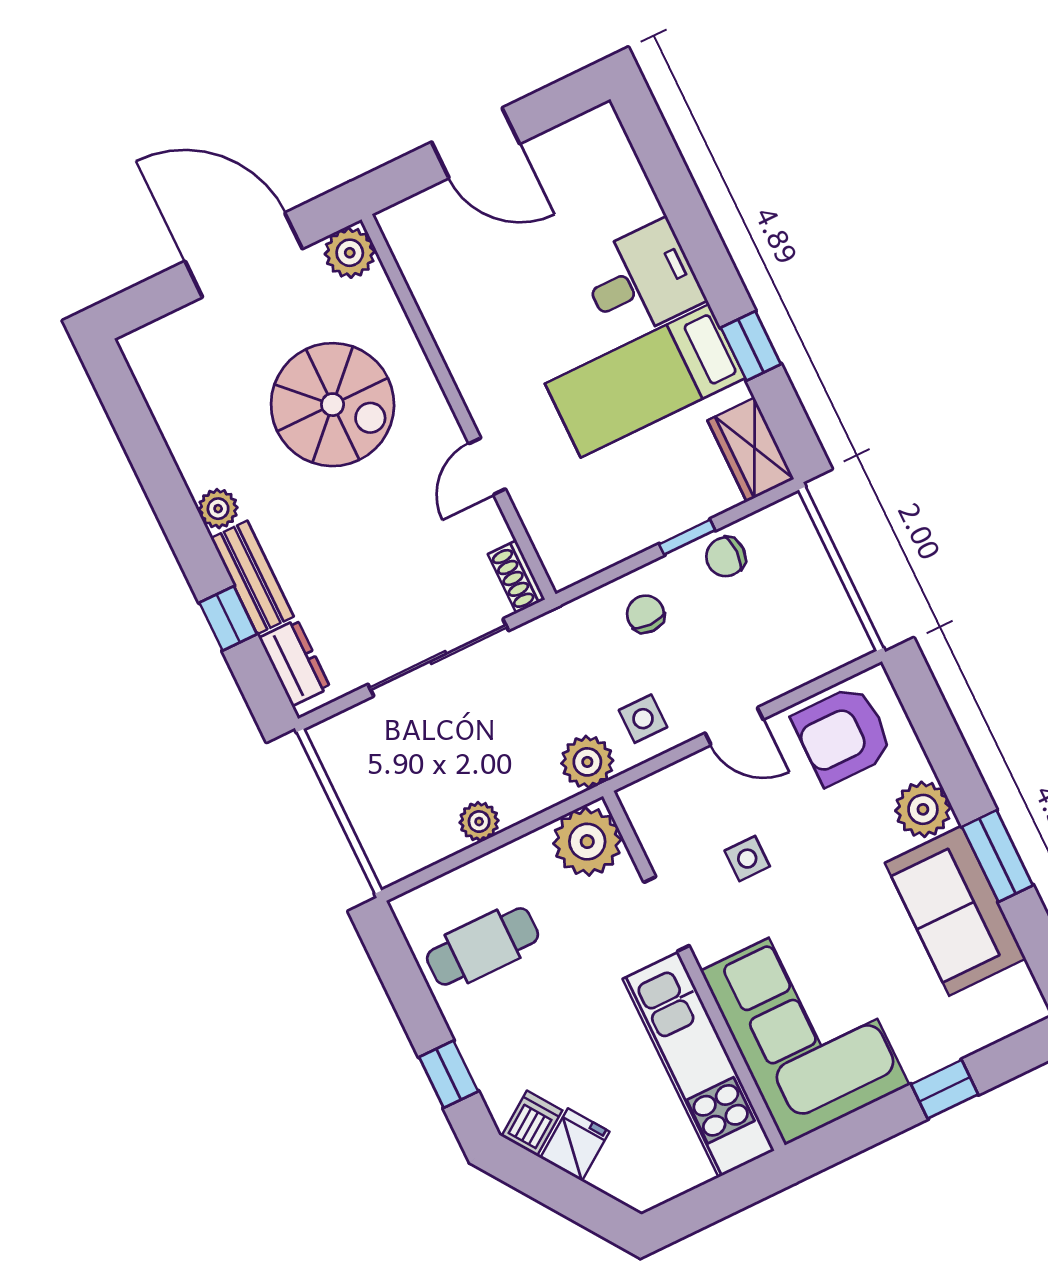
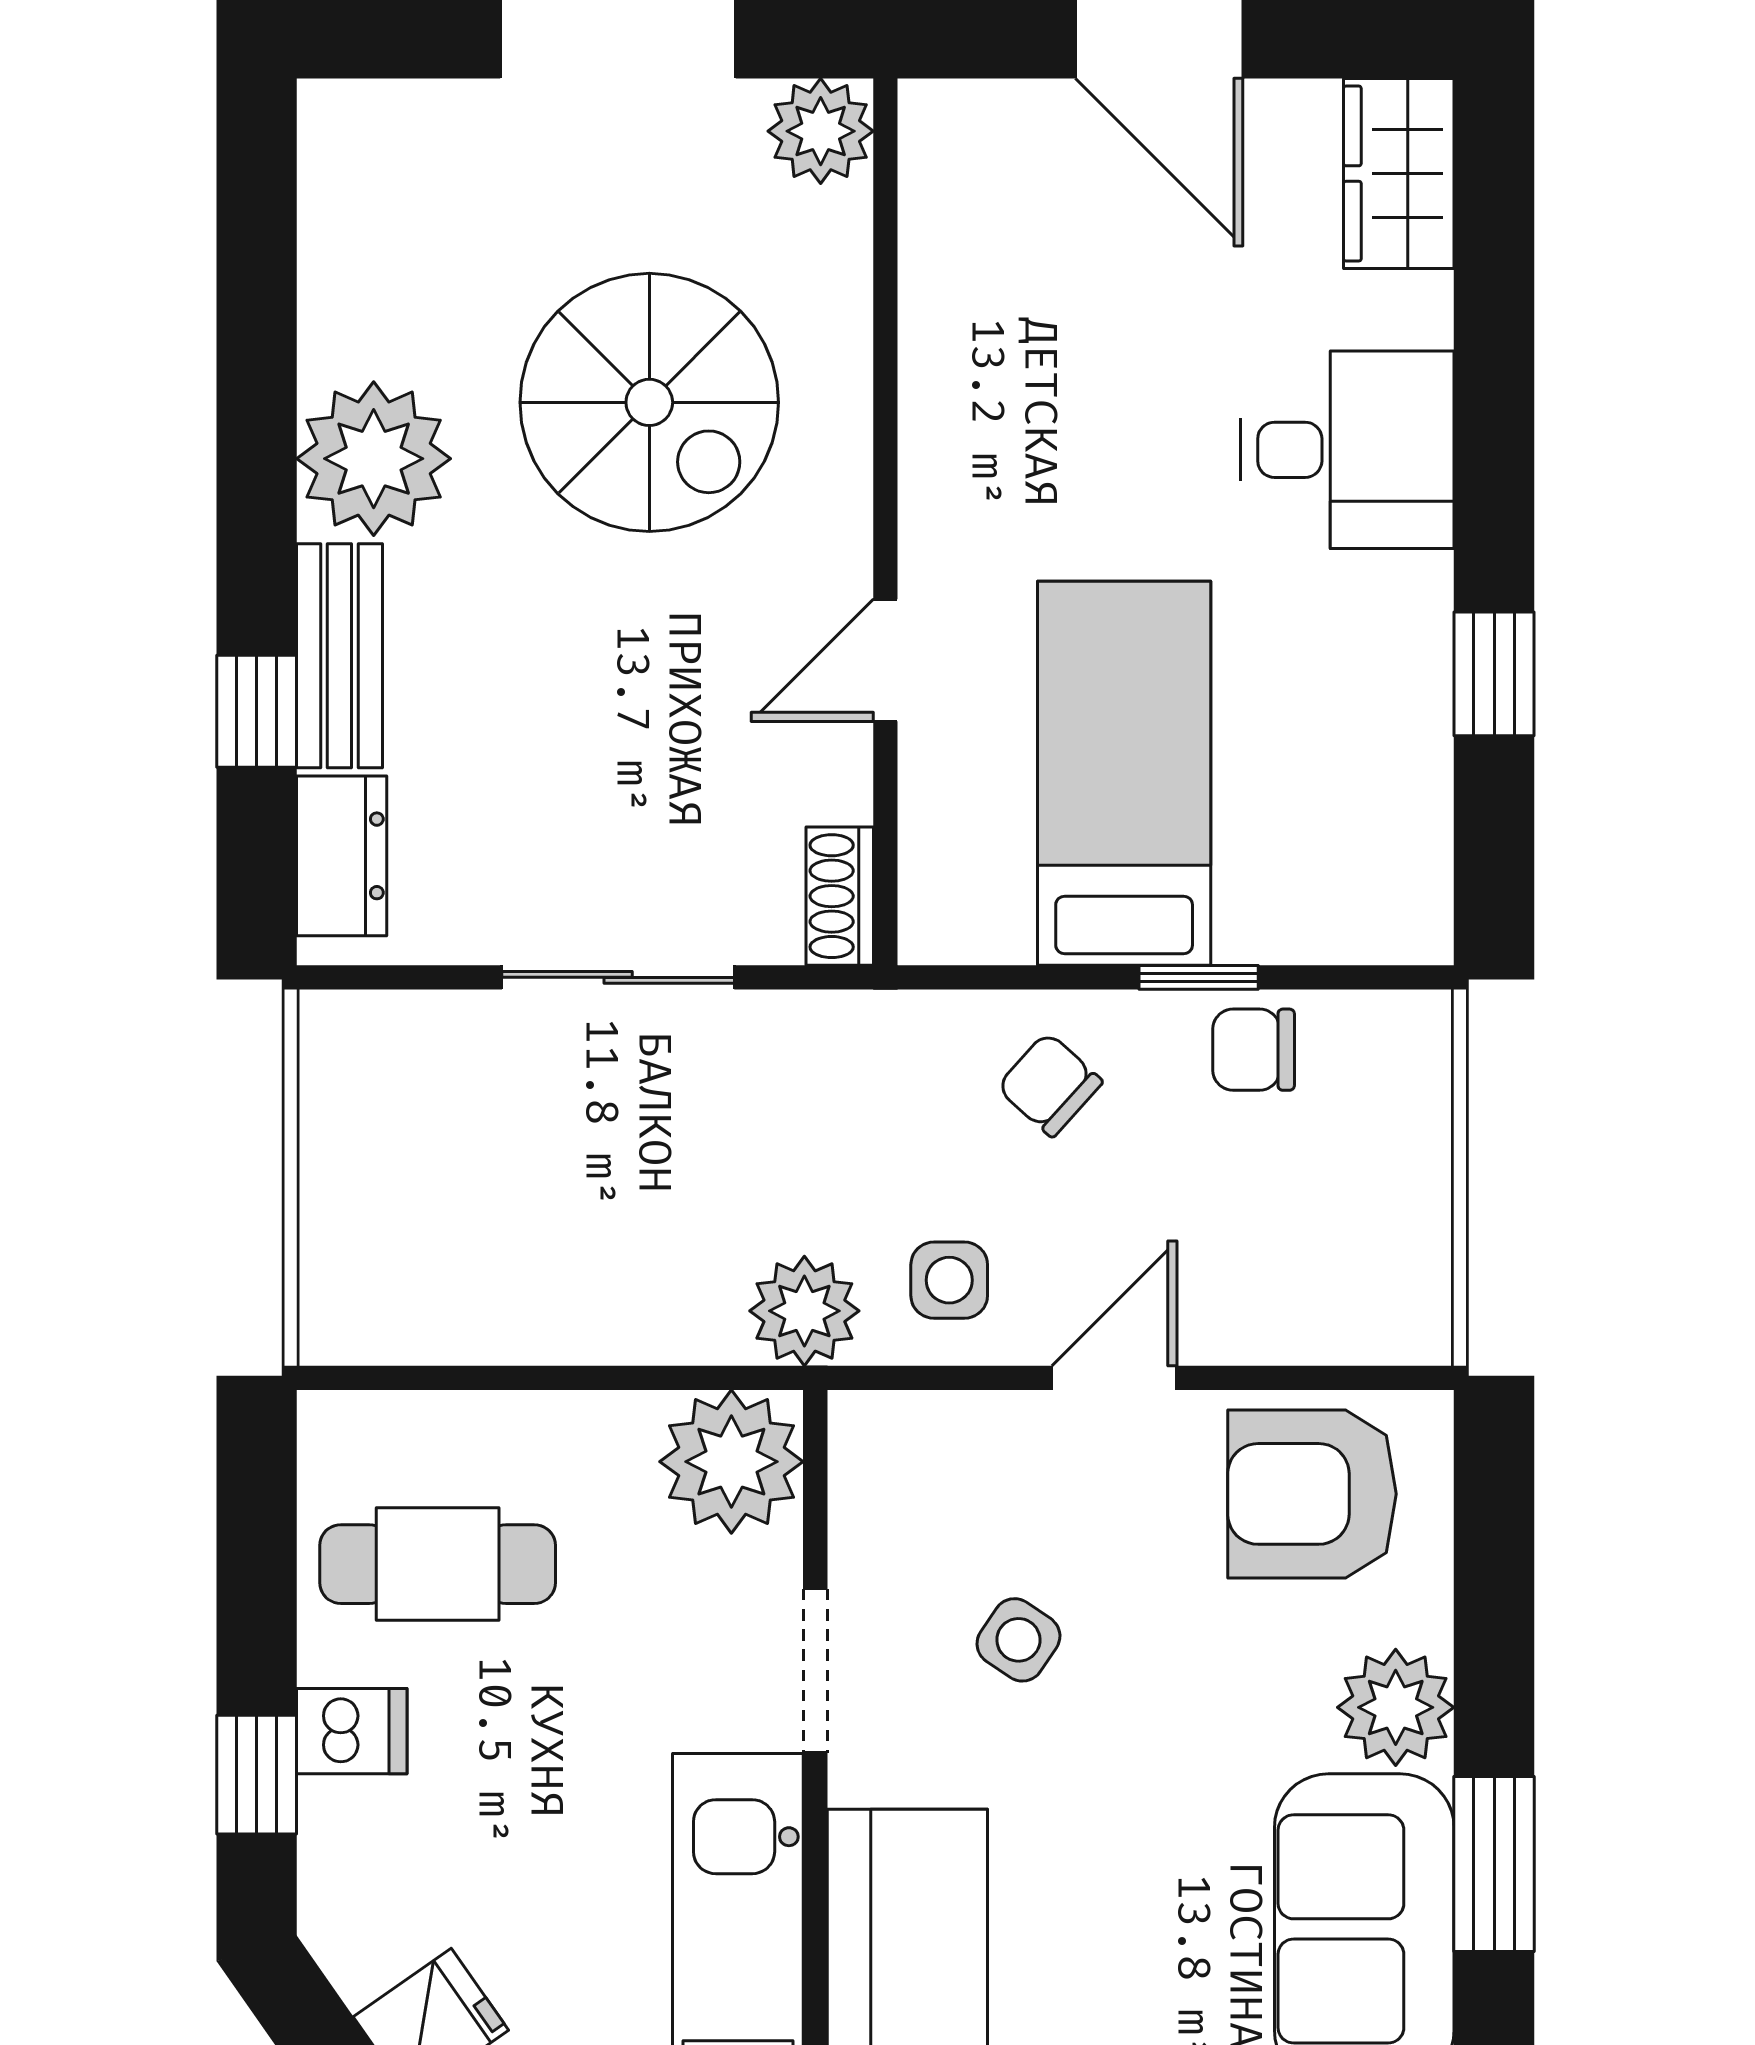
bed: (645, 381) -> (1124, 773), moved, turned 90
wardrobe: (751, 450) -> (1399, 174), moved
plant: (218, 509) -> (374, 459), width x1.88, depth x1.88
chair: (646, 614) -> (1050, 1085), turned -48
sliding door: (438, 657) -> (618, 977), width x0.73
door: (734, 726) -> (1114, 1378), swing flipped
plant: (479, 822) -> (545, 1325), removed
side table: (747, 859) -> (1018, 1640), turned 34
dishwasher: (532, 1123) -> (352, 1731), moved, turned 35

